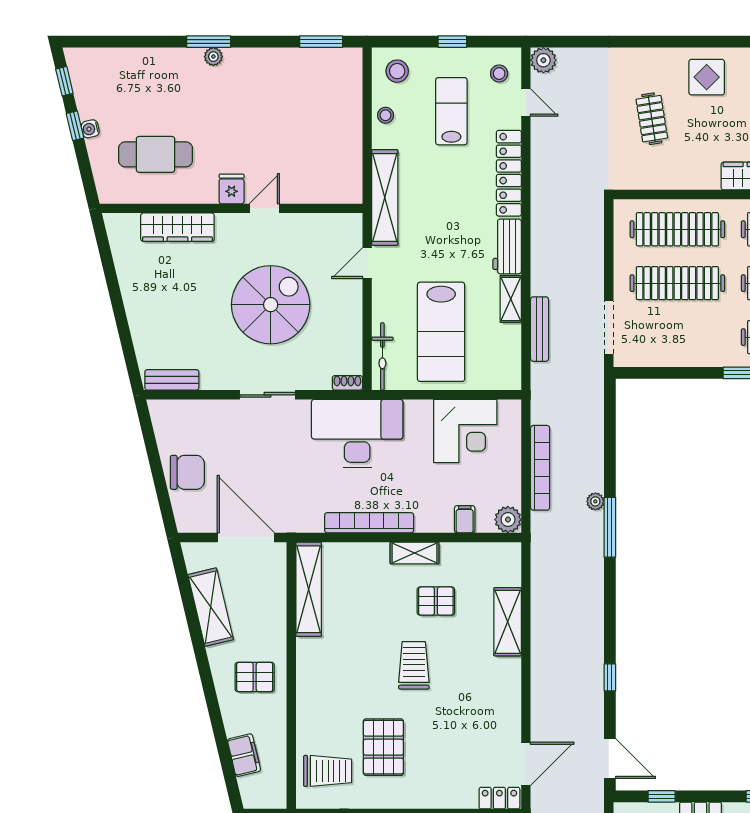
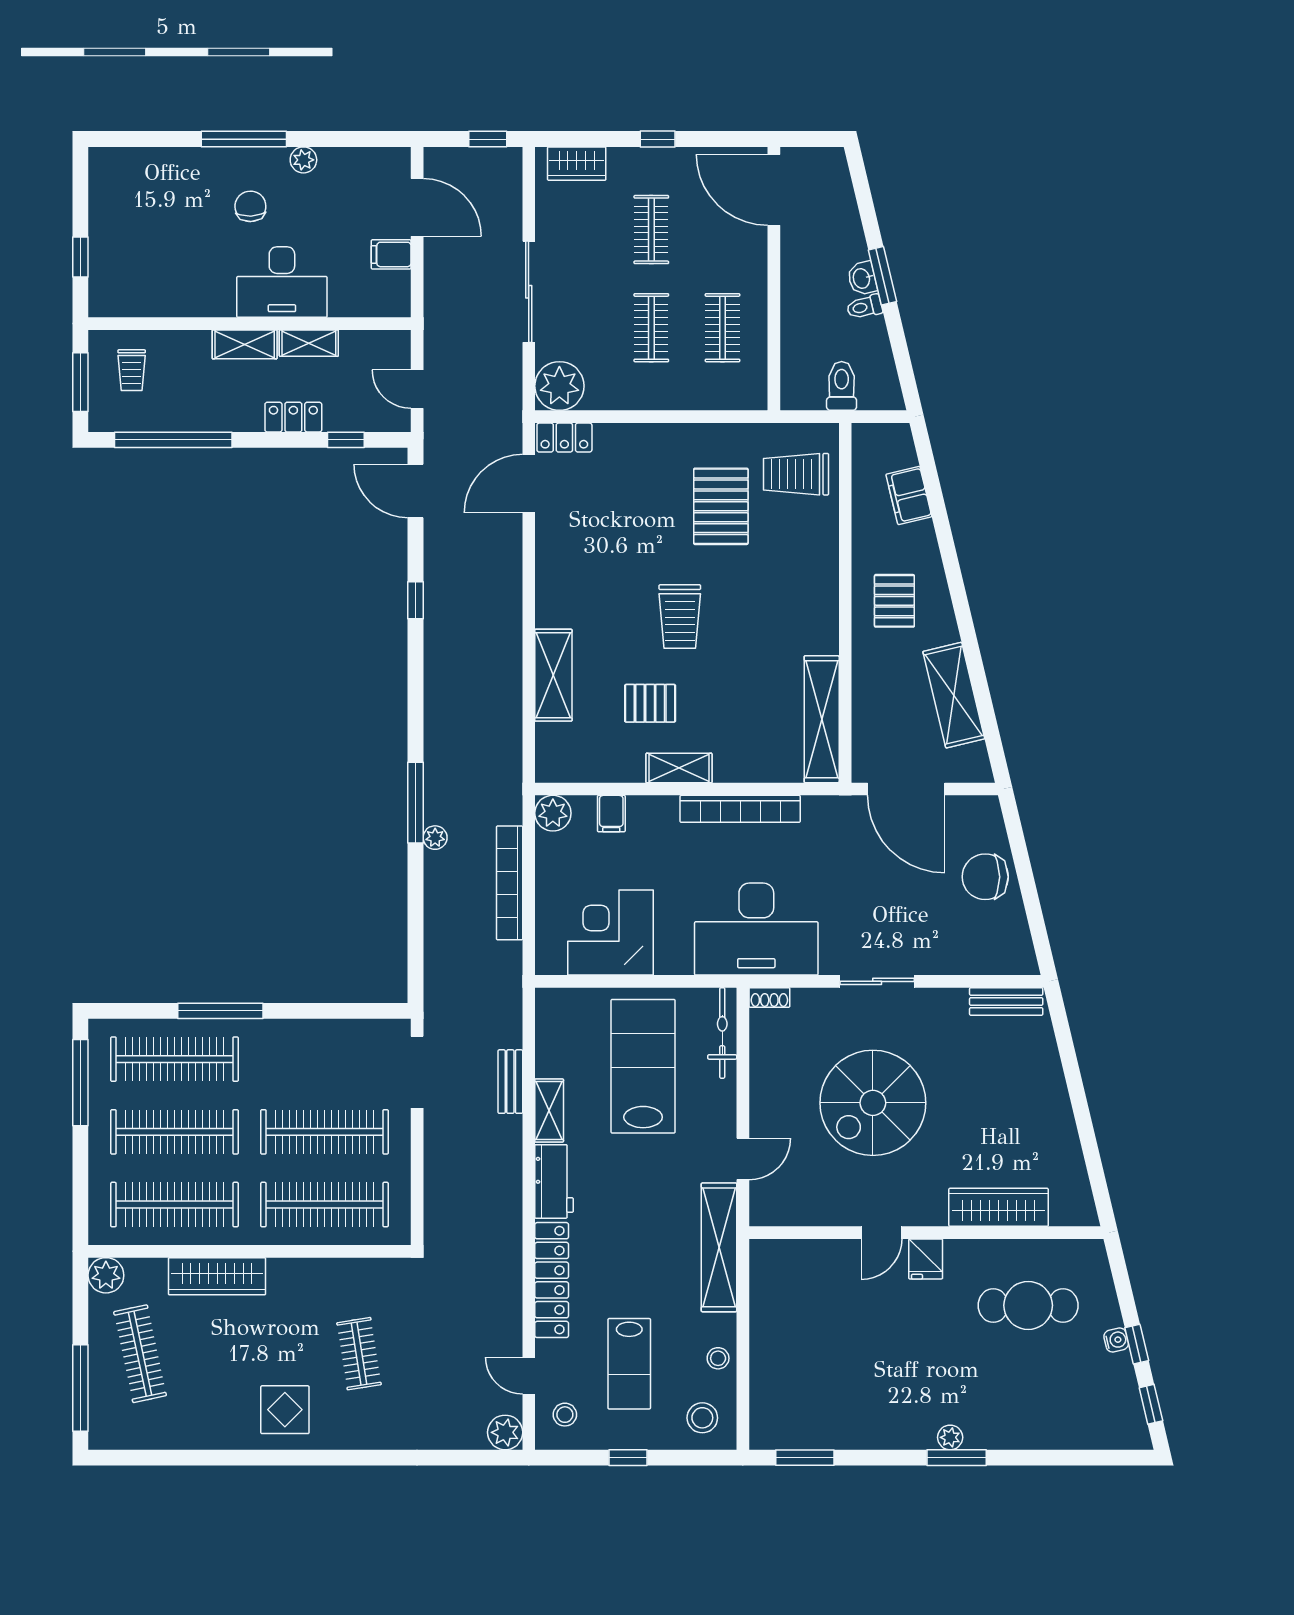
bench: (540, 329) -> (510, 1082), width x0.73
pallet: (255, 677) -> (894, 601), turned 90

